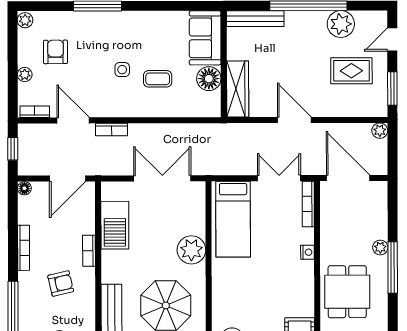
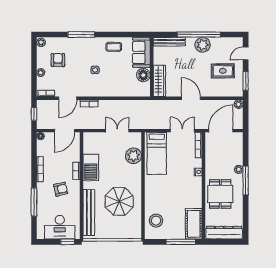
plant: (341, 24) -> (203, 45), moved
coffee table: (158, 79) -> (114, 47), moved
door: (73, 120) -> (68, 98), swing flipped
double door: (162, 178) -> (117, 131), width x0.73
door: (348, 178) -> (221, 131), hinge flipped
barbecue: (115, 225) -> (91, 168), moved
plant: (191, 250) -> (133, 156), moved

